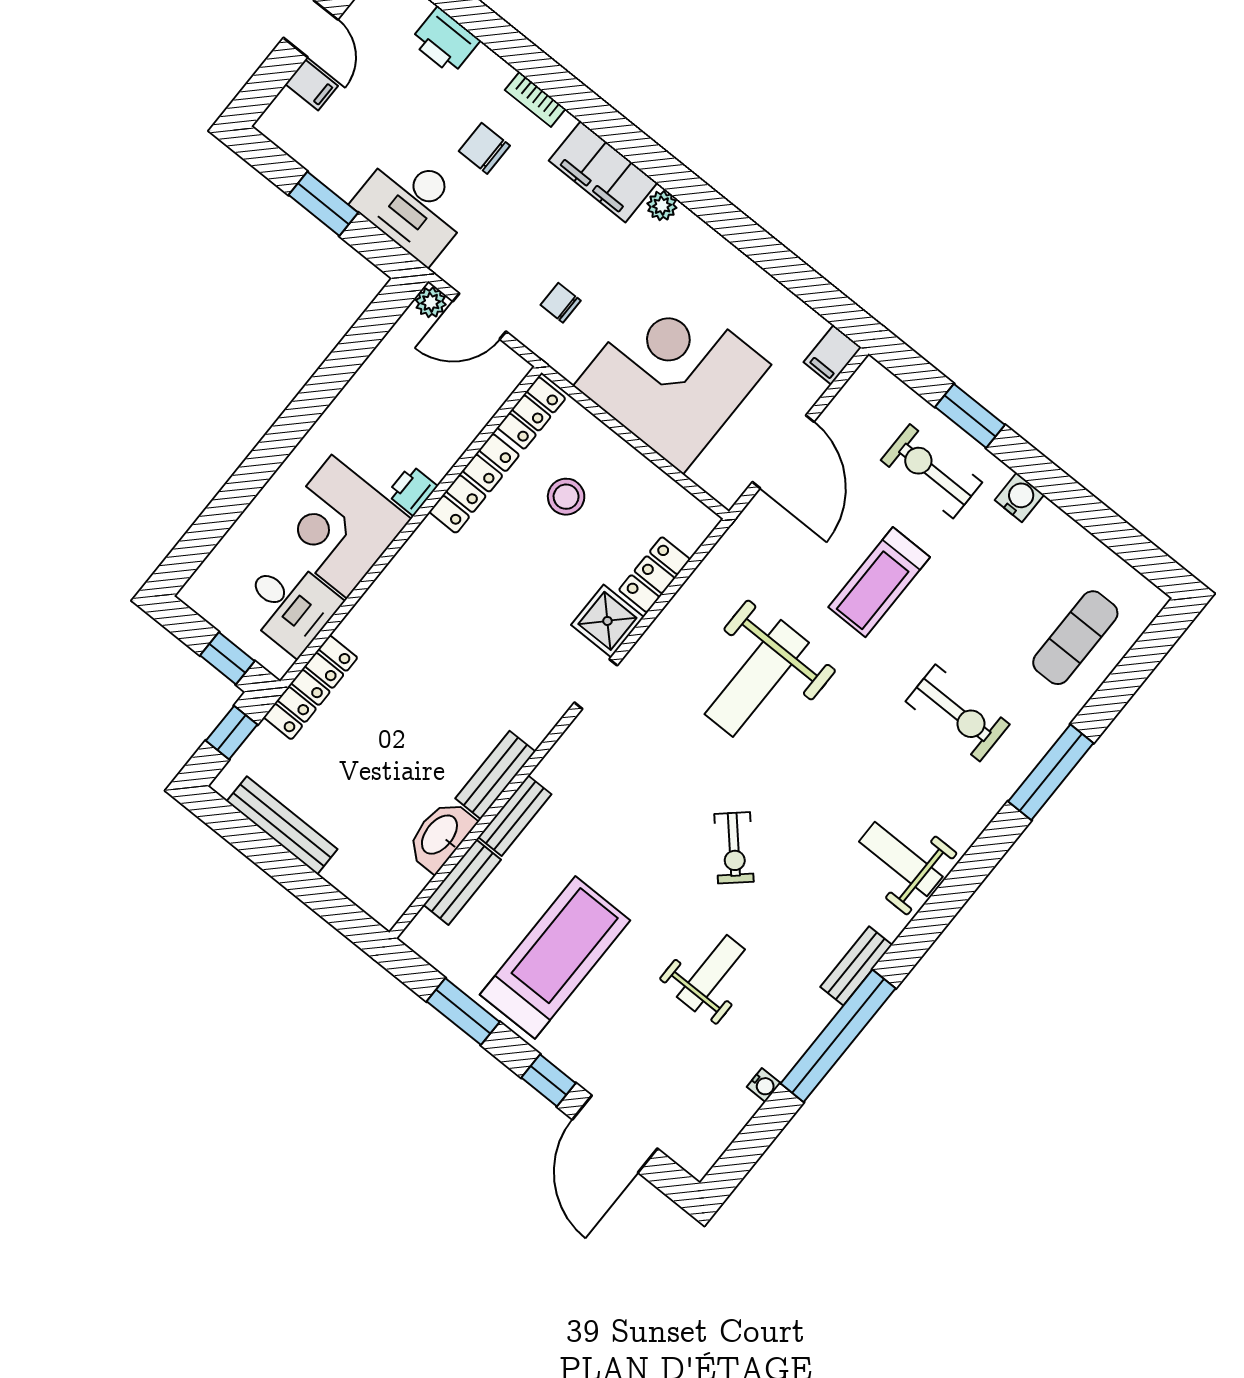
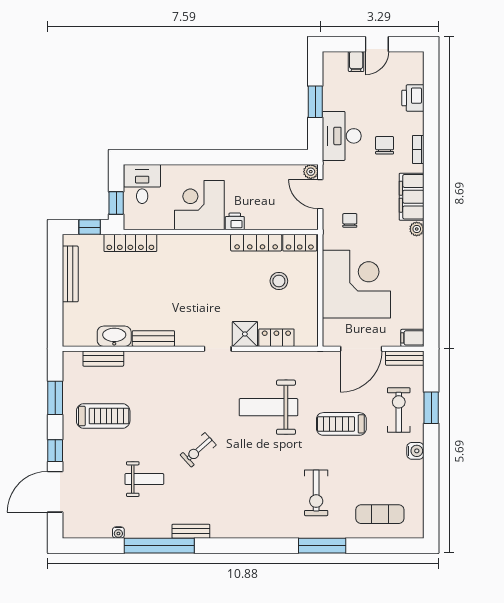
desk: (290, 605) -> (142, 184), moved, turned 180
bench: (515, 816) -> (405, 358), moved
weight bench: (901, 859) -> (244, 516), removed
treadmill: (555, 957) -> (103, 416), width x0.73, depth x0.73

